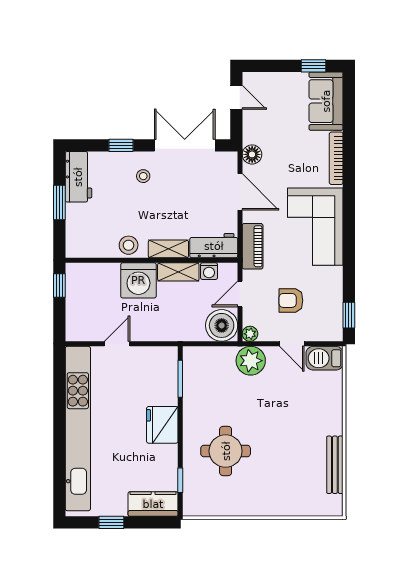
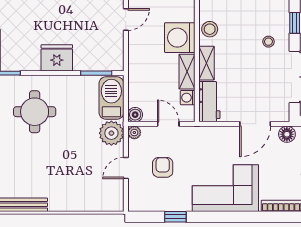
piano: (253, 246) -> (209, 135), removed
window: (349, 315) -> (175, 217), moved
boiler: (222, 325) -> (135, 115), width x0.54, depth x0.54
door: (117, 344) -> (126, 19), hinge flipped
barbecue: (325, 358) -> (111, 98), moved, width x1.37, depth x1.21

